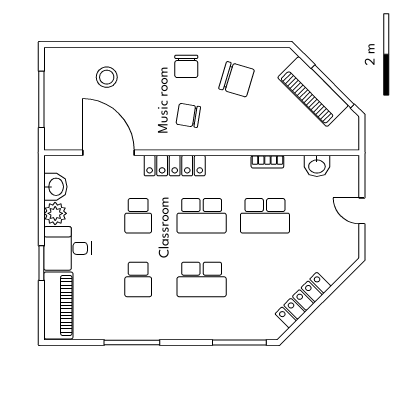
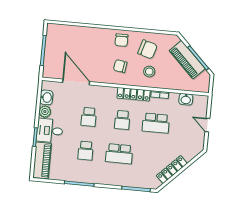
stool: (107, 77) -> (149, 72), moved
locker: (175, 166) -> (134, 94), moved
school desk: (202, 216) -> (122, 120), width x0.54

